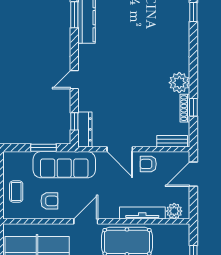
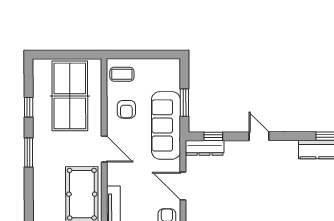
door: (120, 149) -> (183, 186), hinge flipped
coffee table: (16, 191) -> (122, 74), moved

